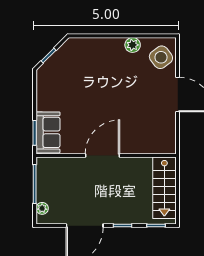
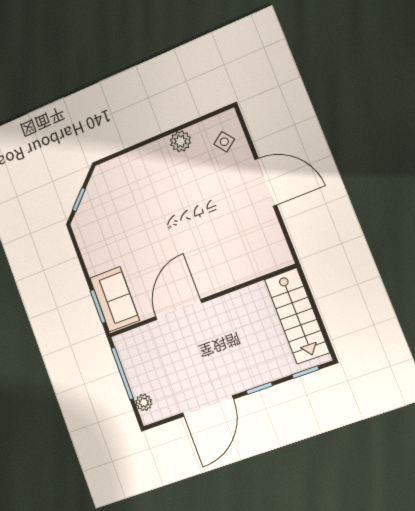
side table: (161, 57) -> (224, 142), width x0.54, depth x0.54
door: (102, 156) -> (179, 310), moved

